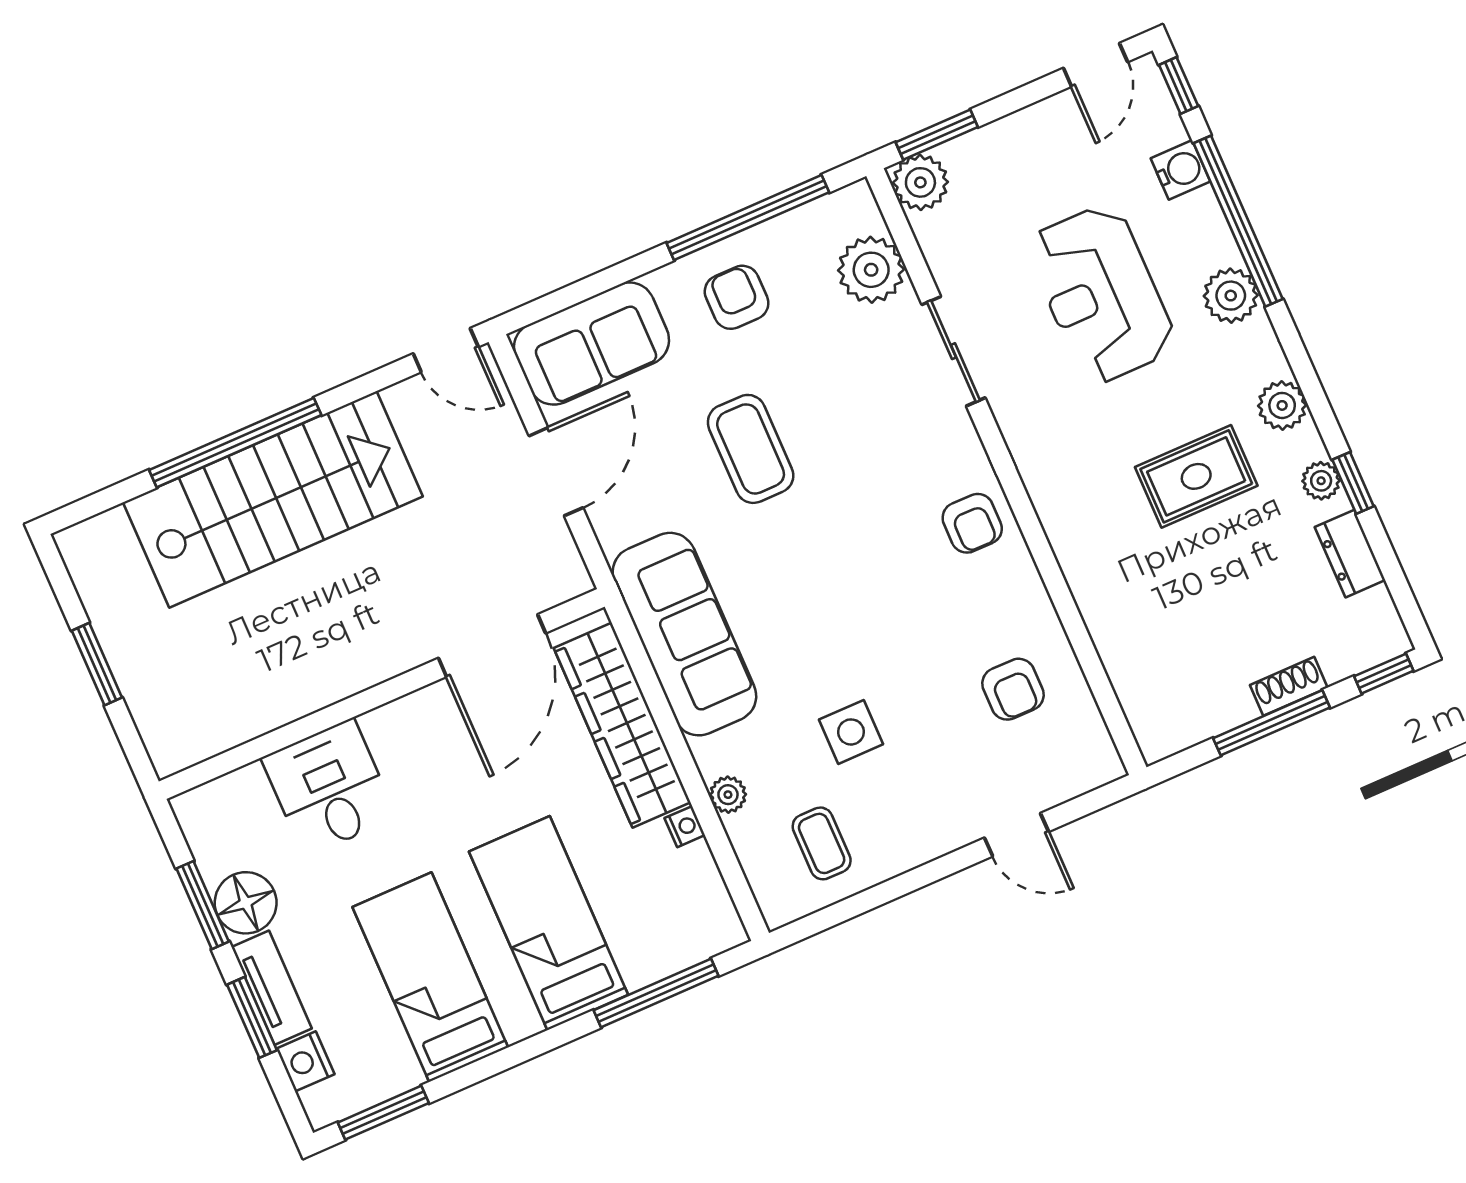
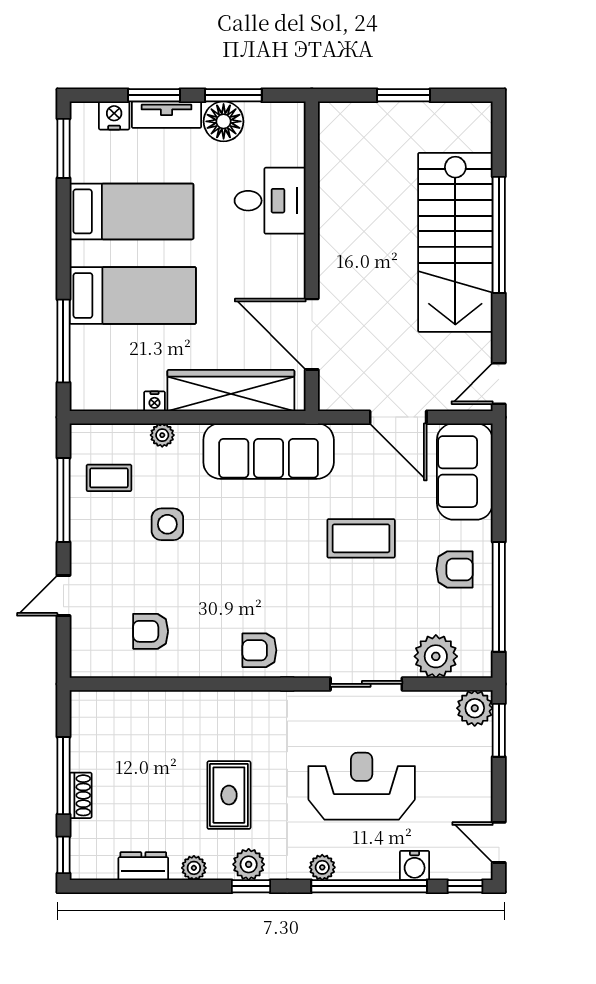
plant: (1231, 296) -> (322, 867), width x0.73, depth x0.73
window: (1353, 483) -> (251, 886), moved
window: (881, 894) -> (63, 500), added

